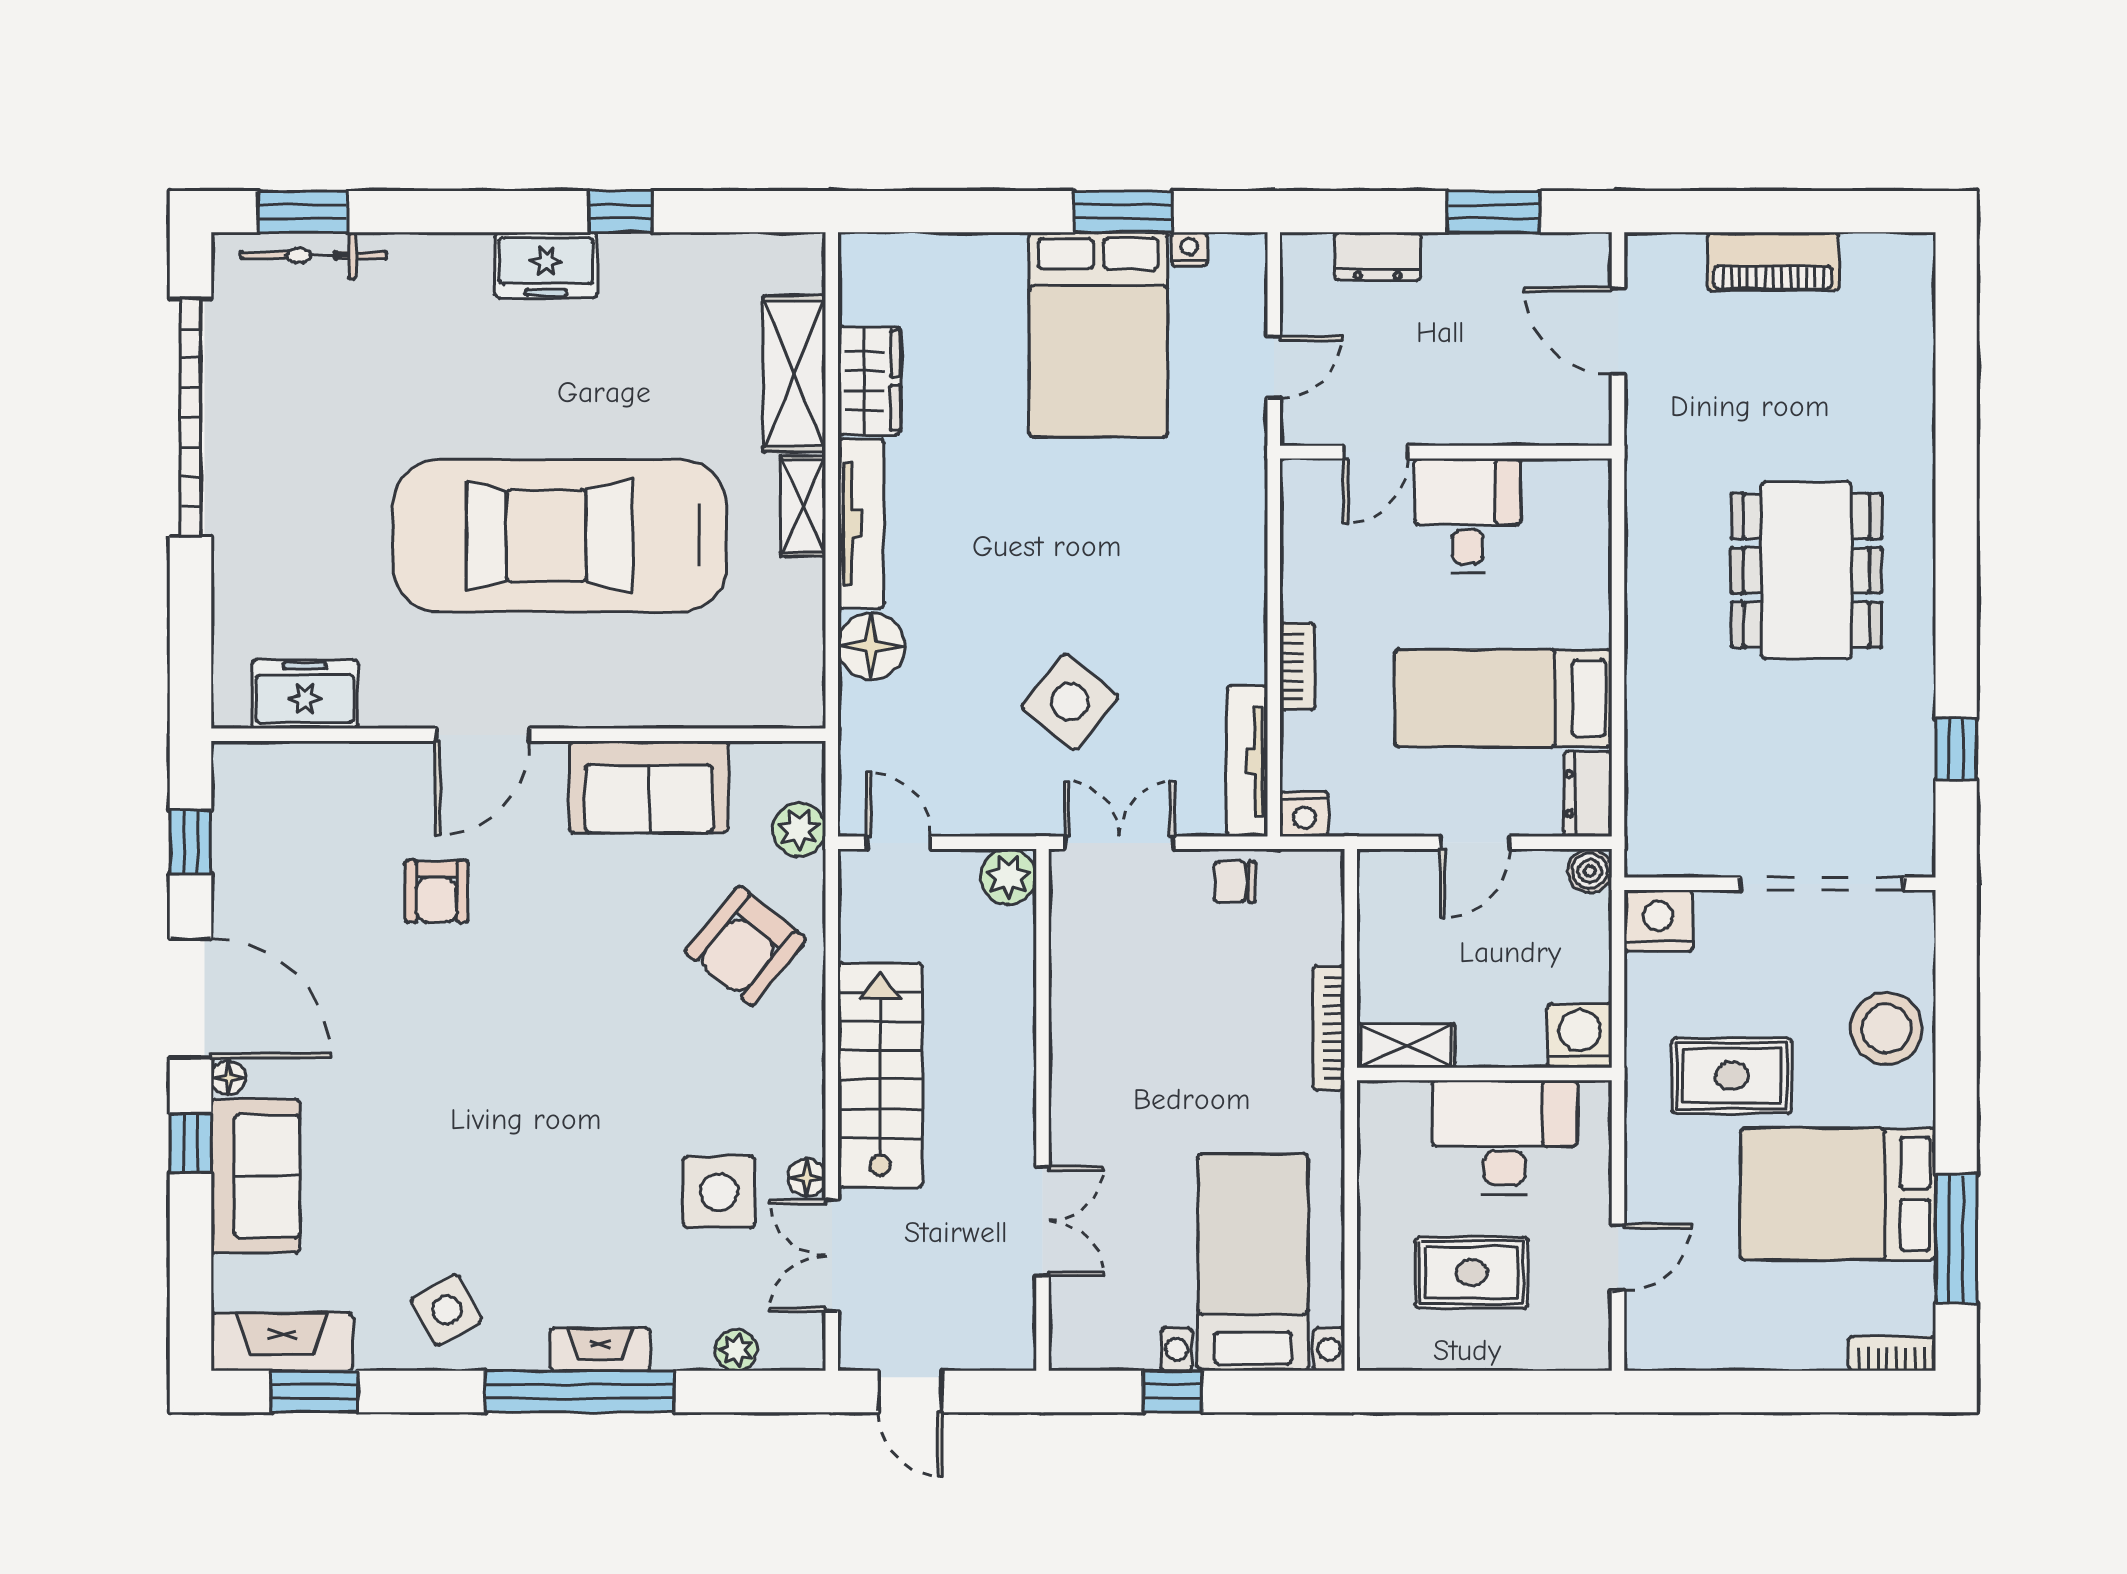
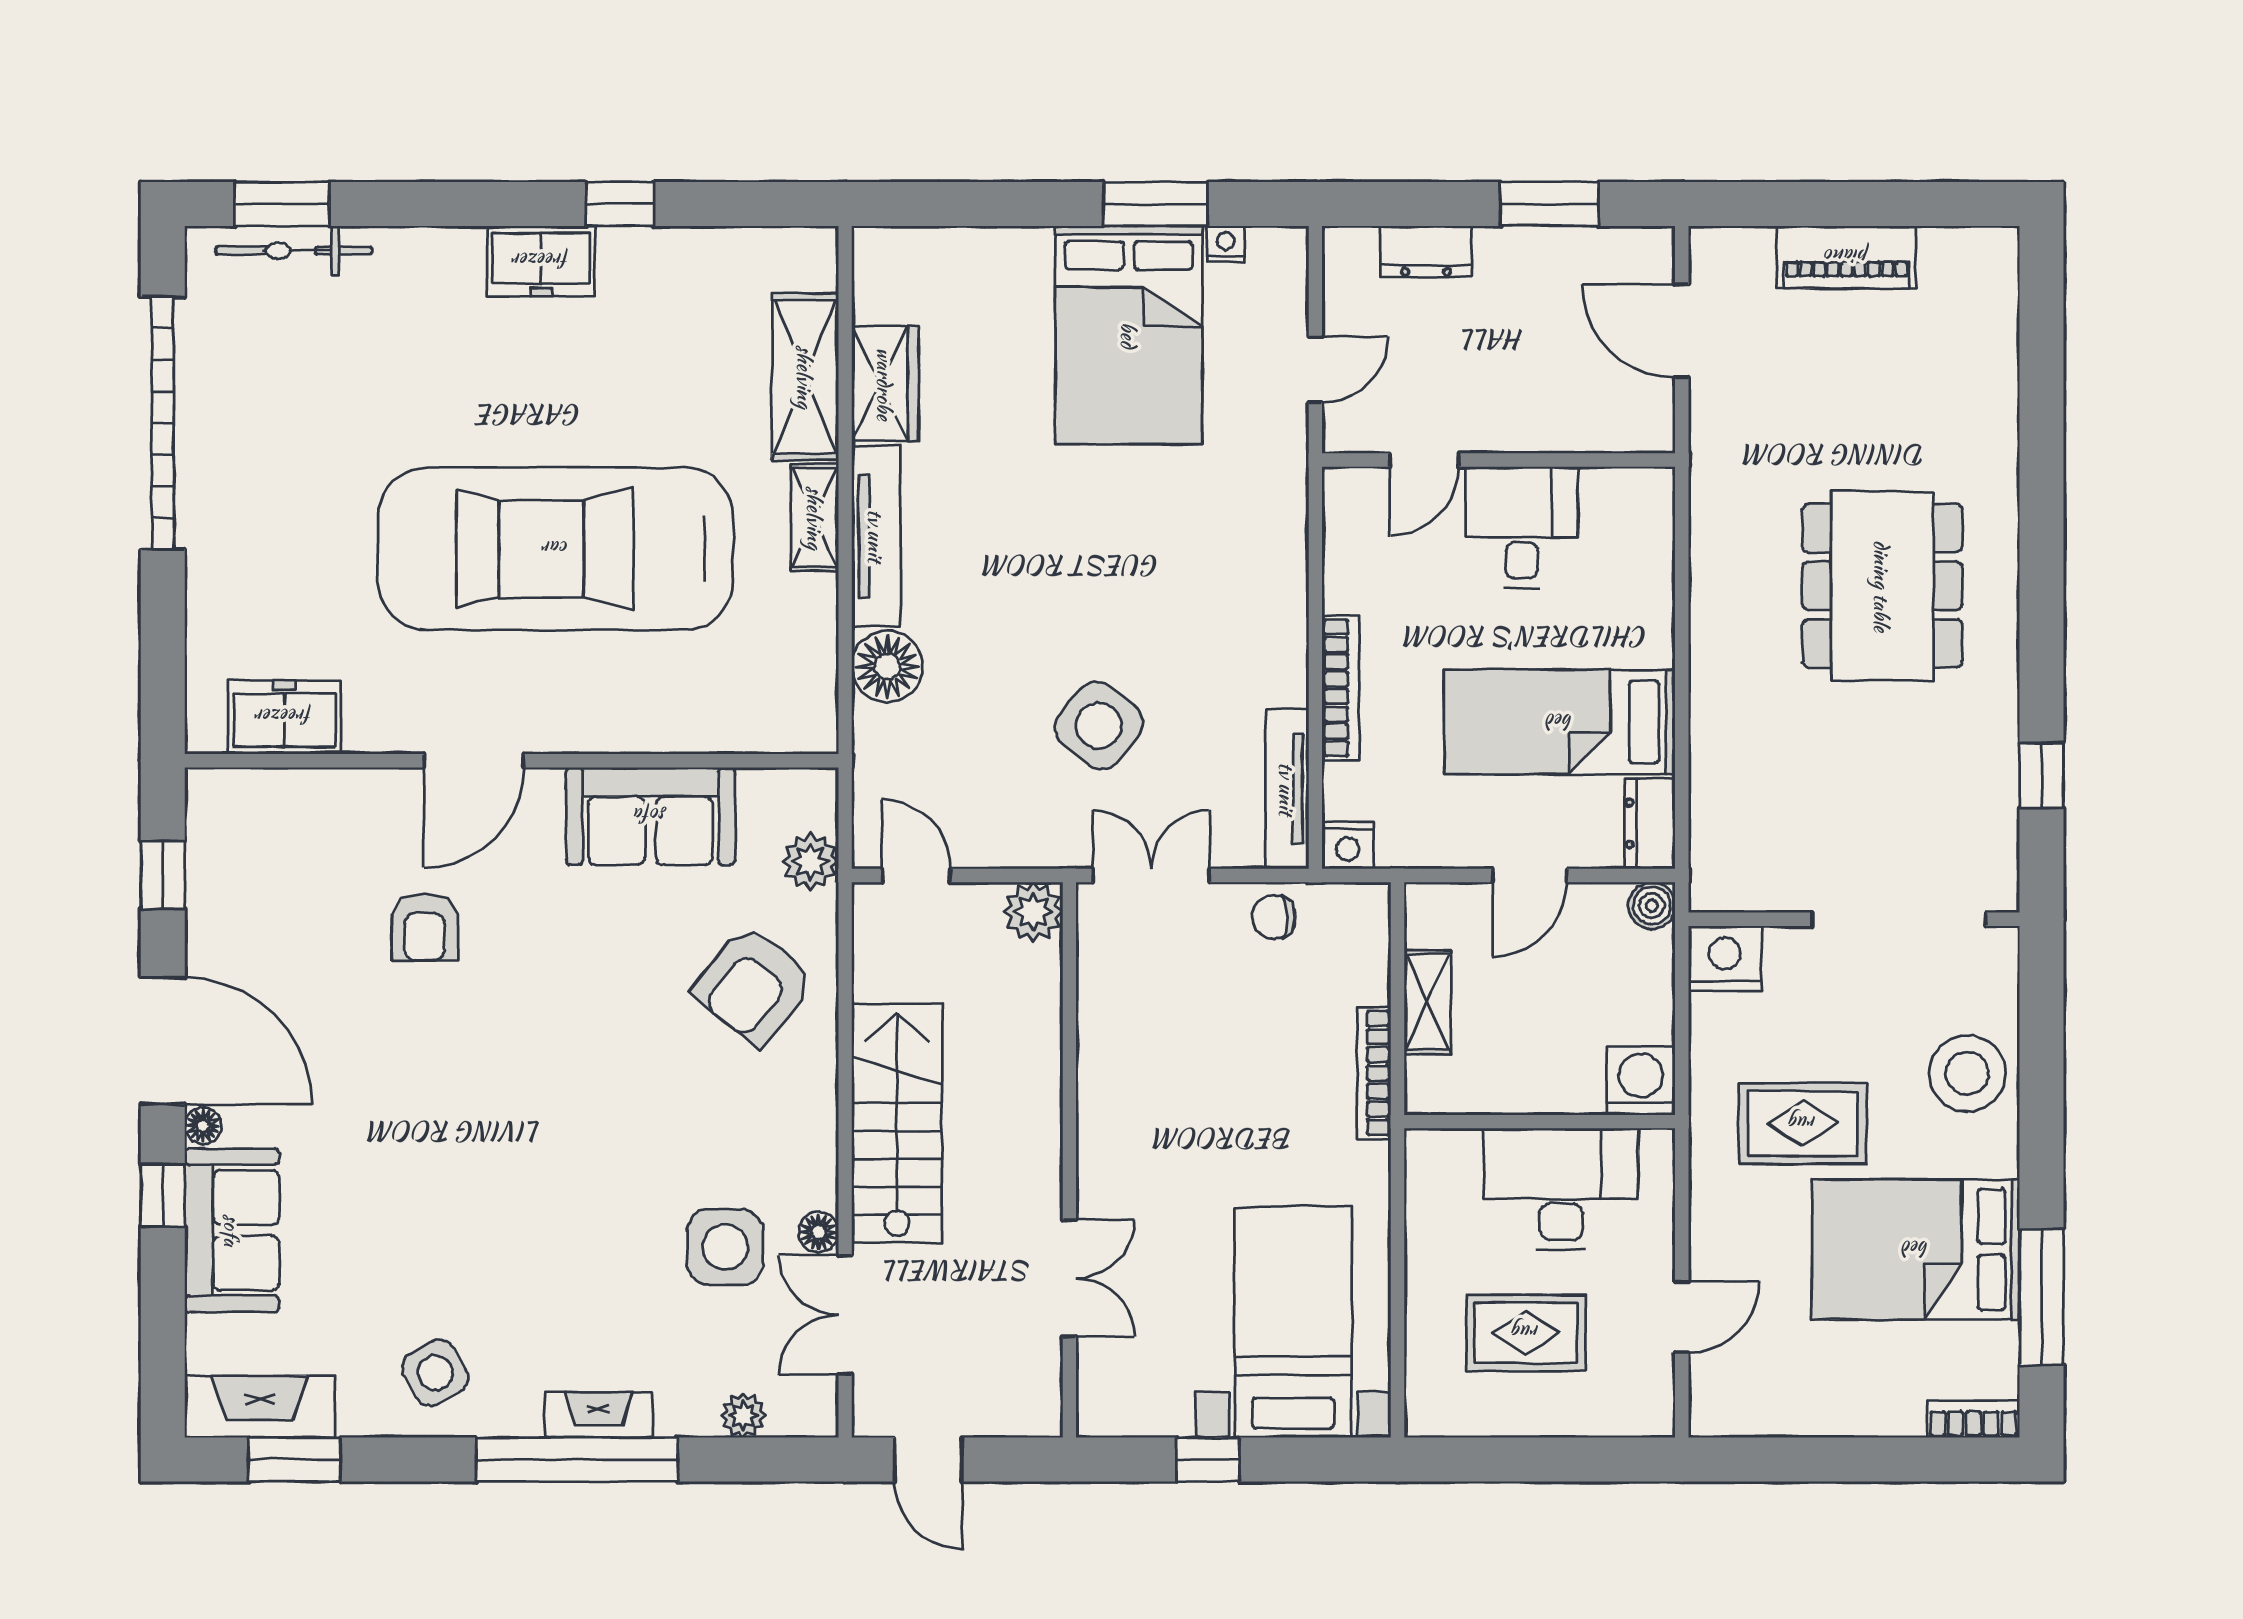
bookcase: (1297, 666) -> (1341, 688), width x1.56
shelving: (1406, 1046) -> (1427, 1002), moved, turned 90

